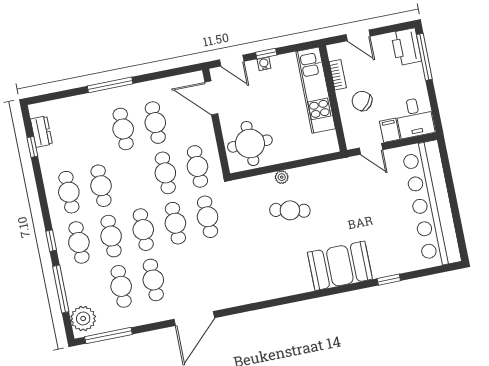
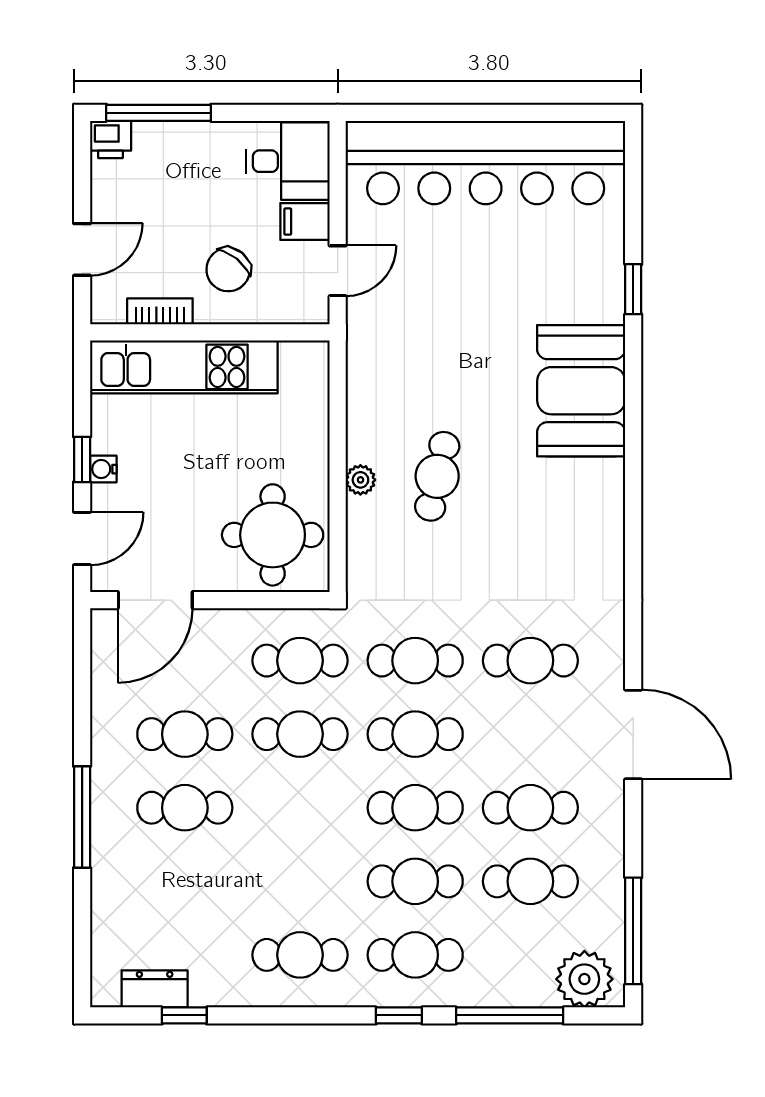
printer: (406, 47) -> (111, 139), width x0.53, depth x0.68
cafe table: (101, 186) -> (530, 661), moved

